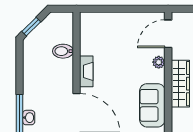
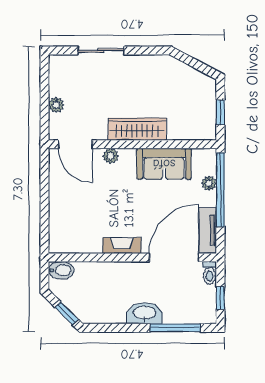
bidet: (63, 51) -> (61, 270), moved, turned -90
washbasin: (29, 118) -> (145, 313), moved, width x1.91, depth x1.45

